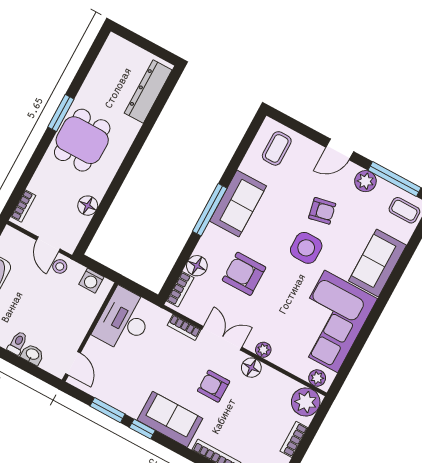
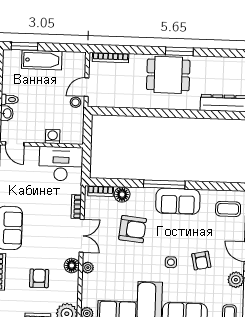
bookcase: (23, 206) -> (111, 58), width x1.56
floor lamp: (88, 206) -> (126, 101), removed
side table: (306, 248) -> (171, 262), width x0.54, depth x0.54
armchair: (244, 274) -> (133, 229), turned 96
washing machine: (91, 281) -> (53, 136), moved, turned 90
door: (73, 363) -> (15, 144), hinge flipped
armchair: (214, 386) -> (39, 278), moved

